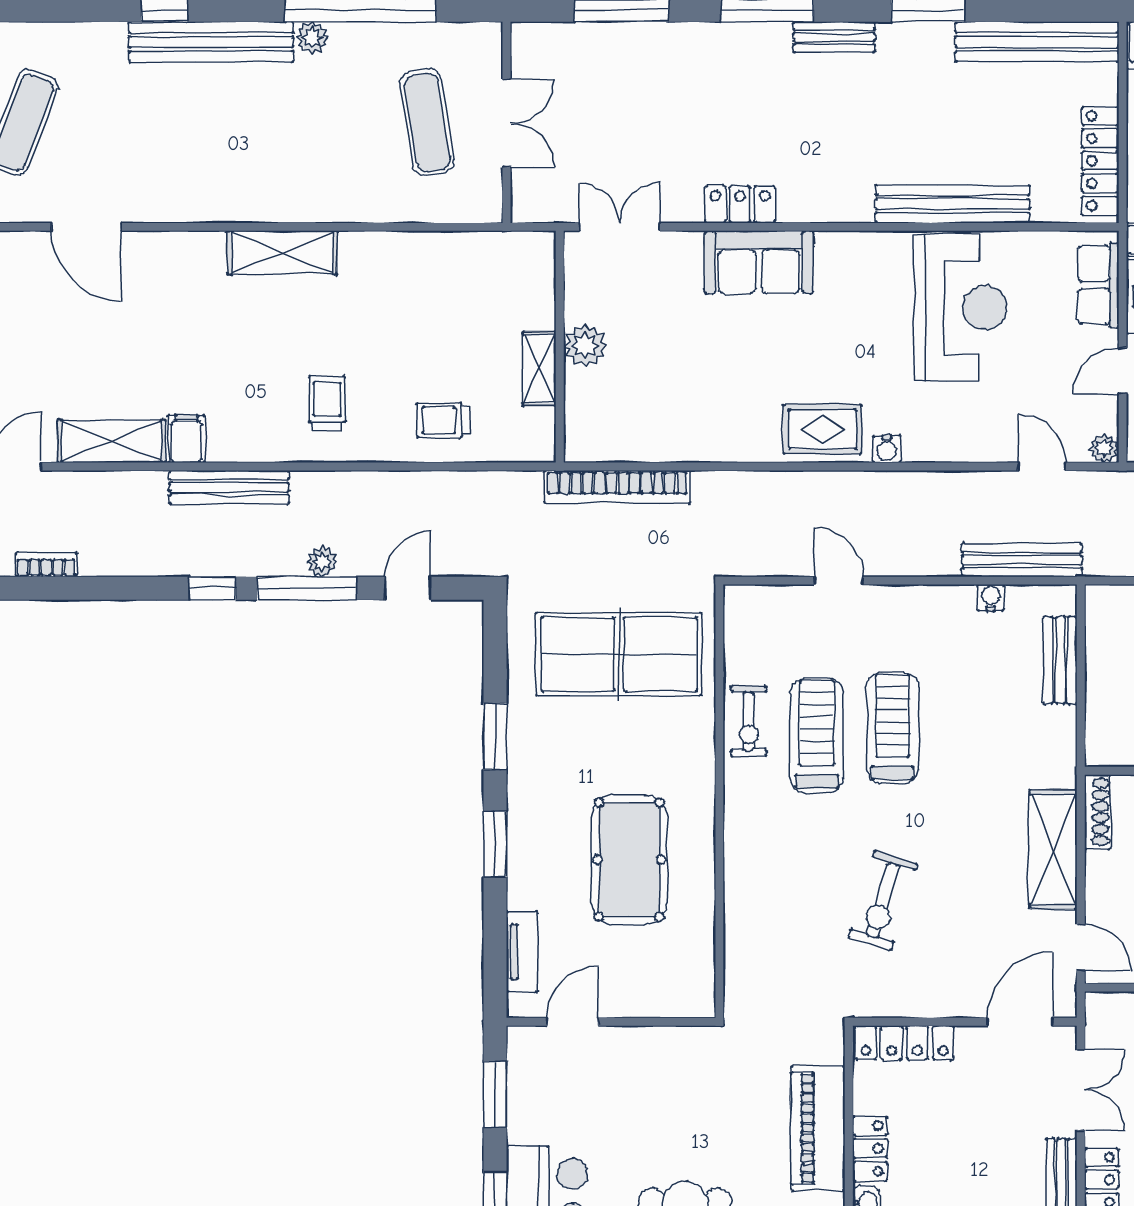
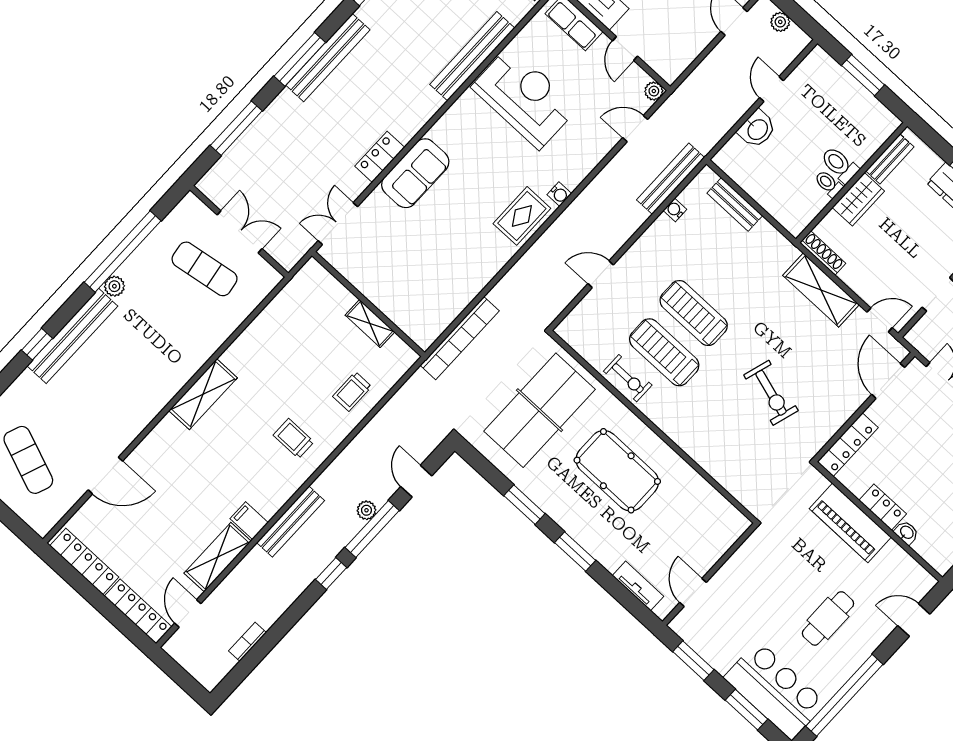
bench: (834, 37) -> (328, 58), width x1.86, depth x1.21
plant: (585, 346) -> (379, 292), removed
pool table: (629, 860) -> (617, 471), moved

